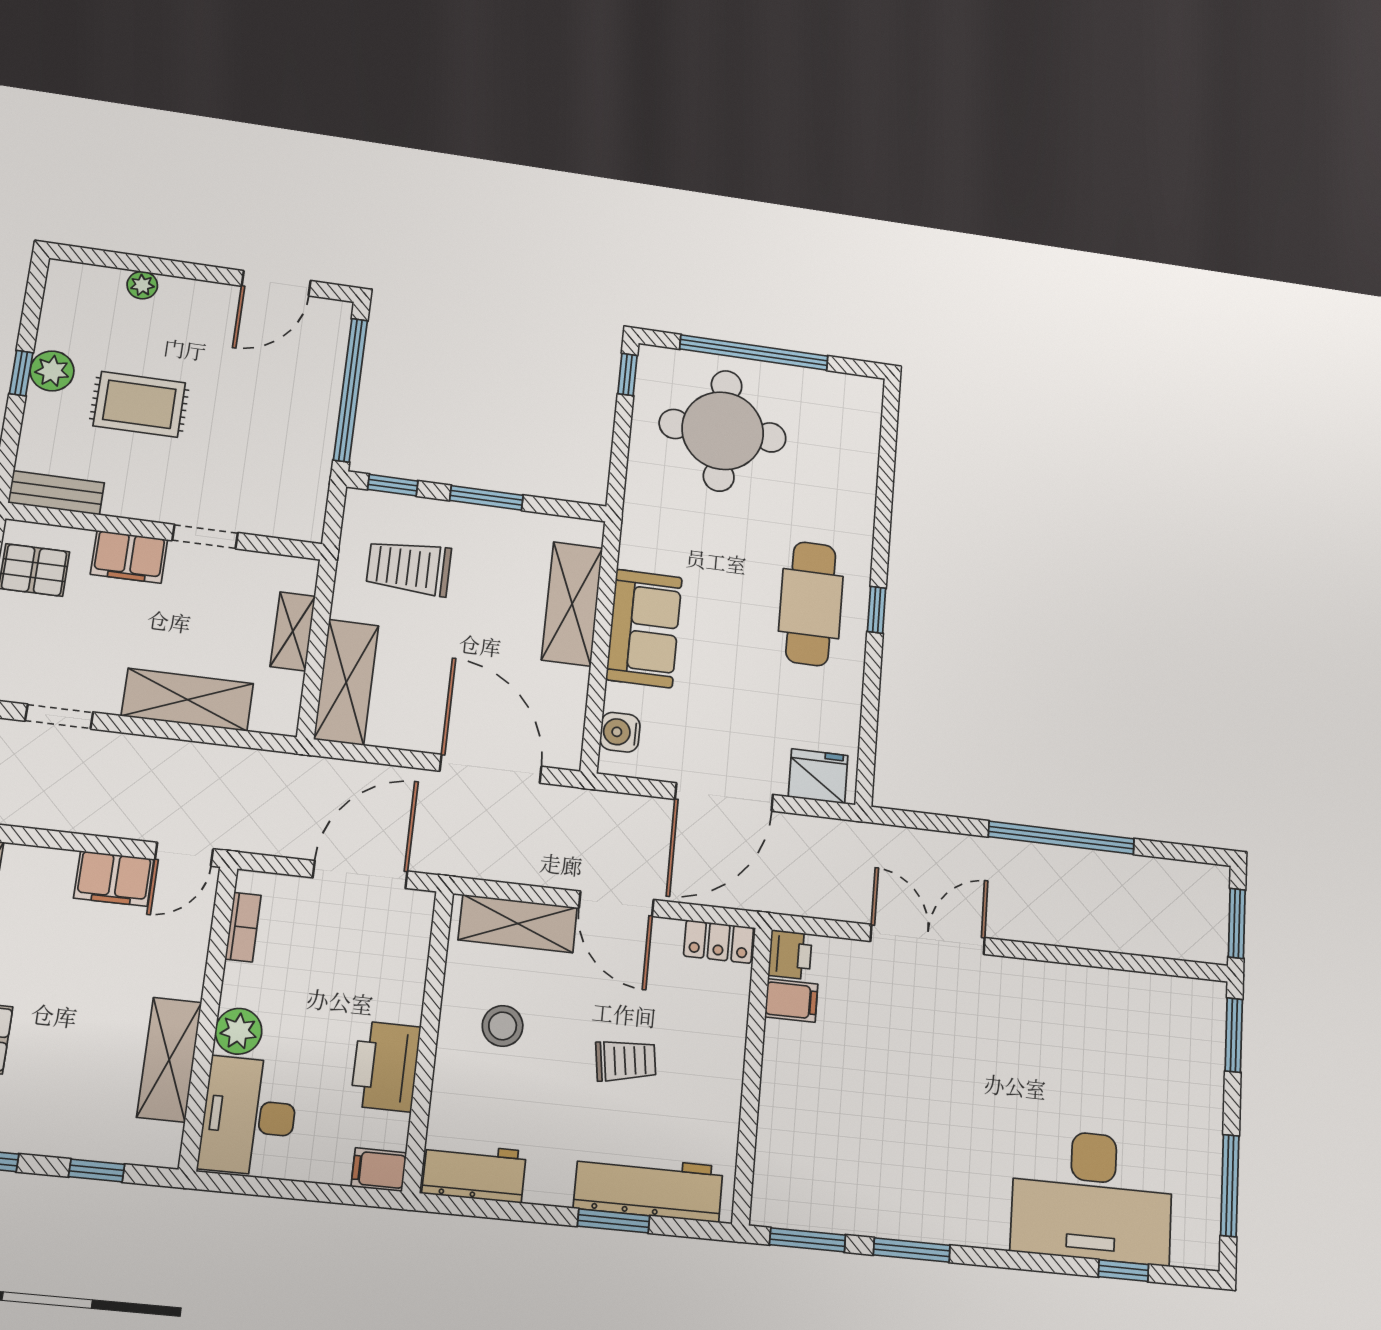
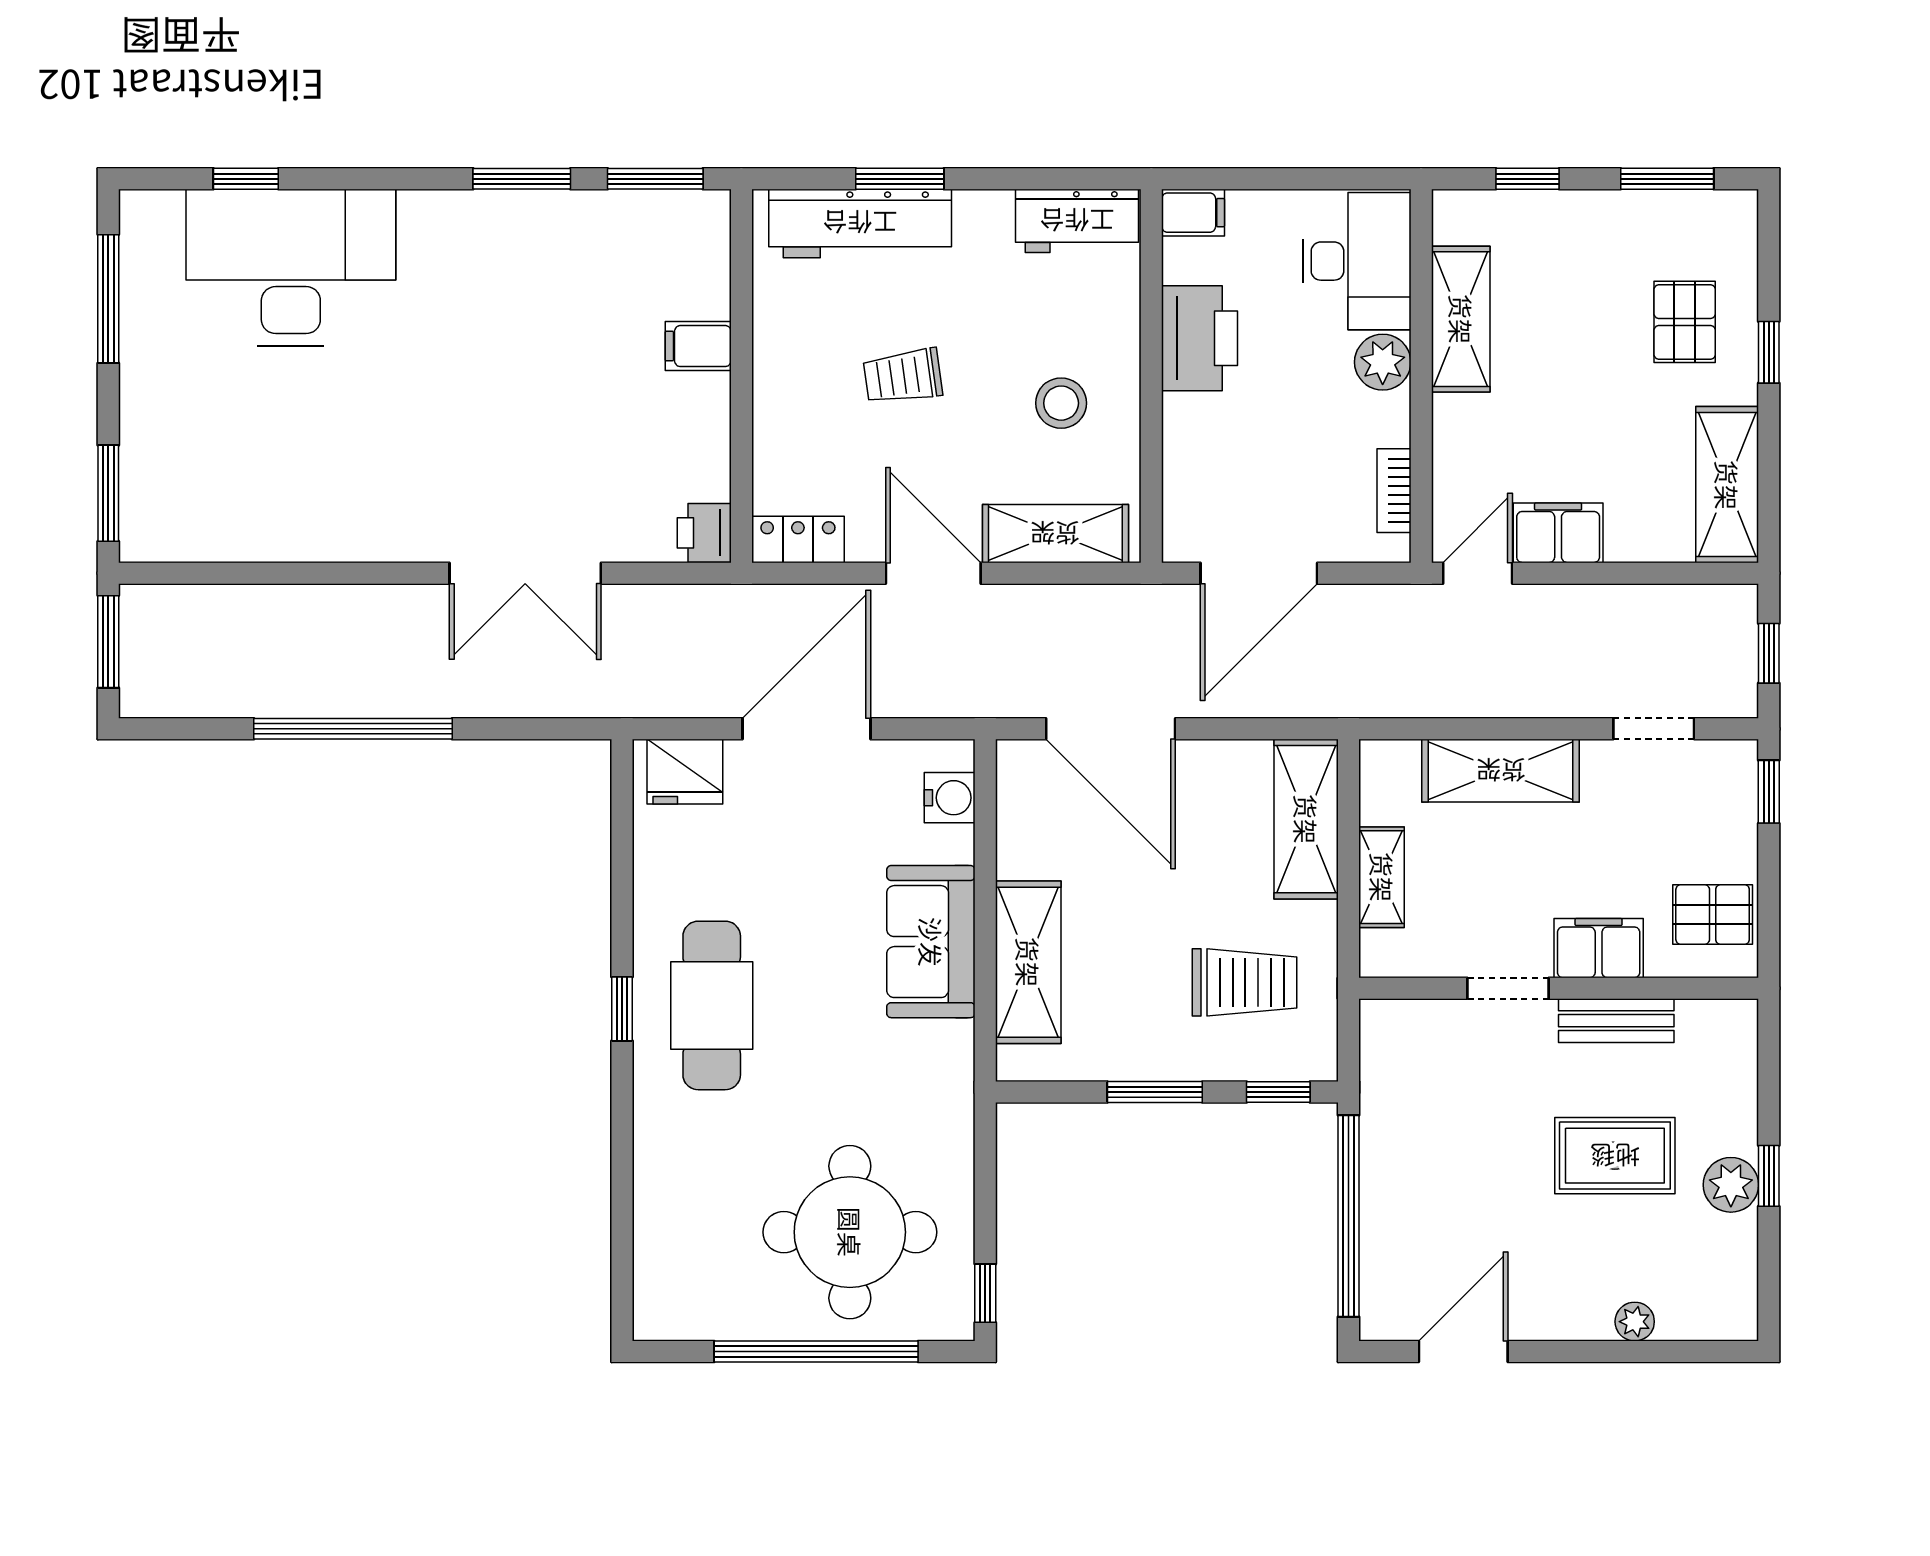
bench: (56, 493) -> (1616, 1021), moved
filing cabinet: (791, 1000) -> (698, 346), moved

